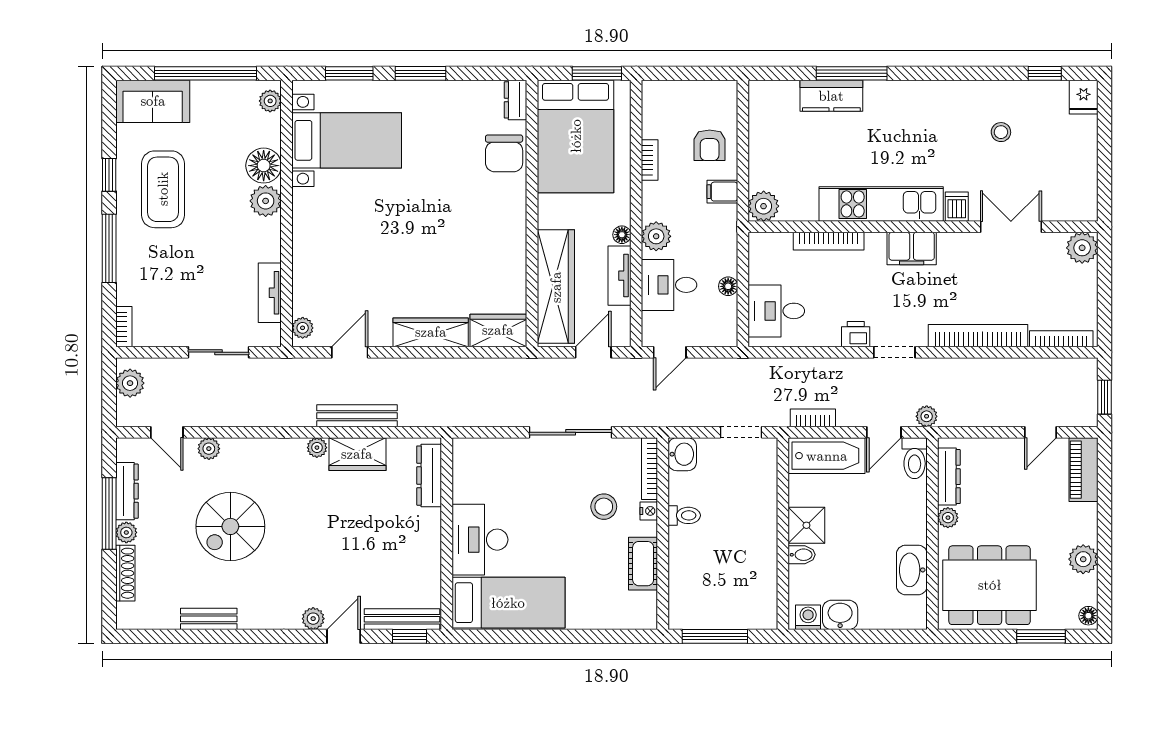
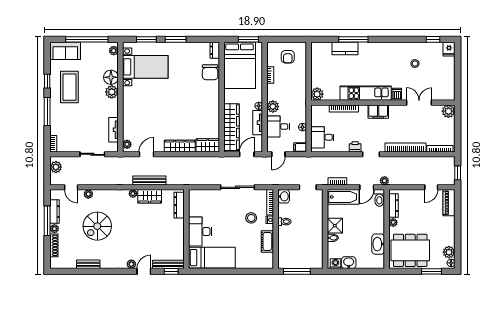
armchair: (710, 145) -> (288, 57), moved
filing cabinet: (722, 192) -> (300, 147), moved
plant: (1083, 559) -> (449, 252), moved

